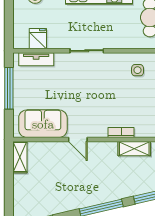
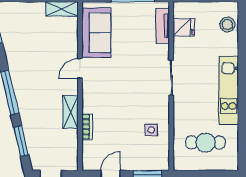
bookcase: (121, 132) -> (87, 127), moved
shelving: (134, 149) -> (71, 112), moved

